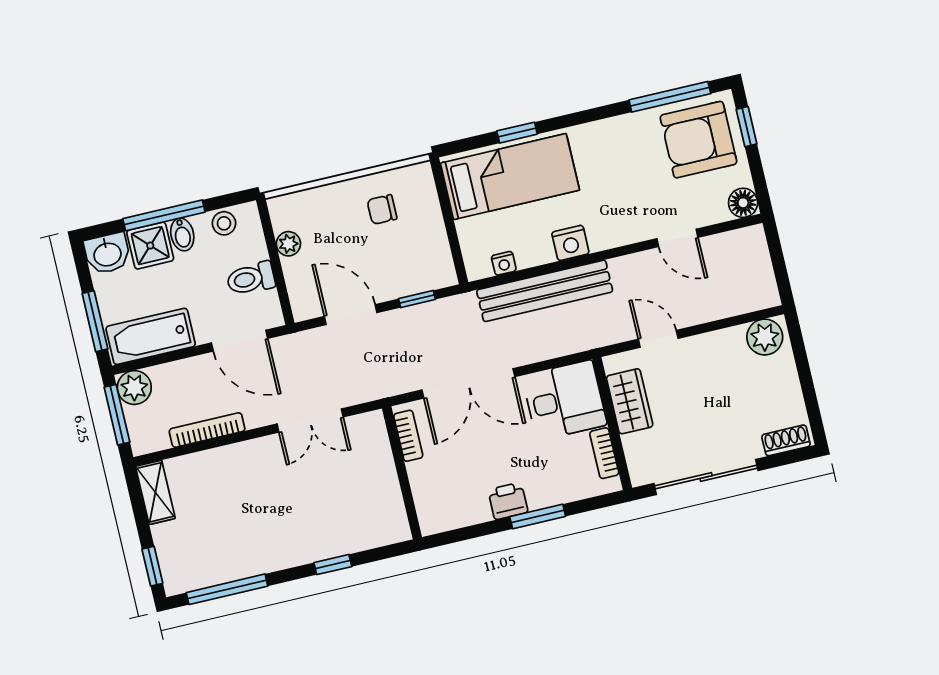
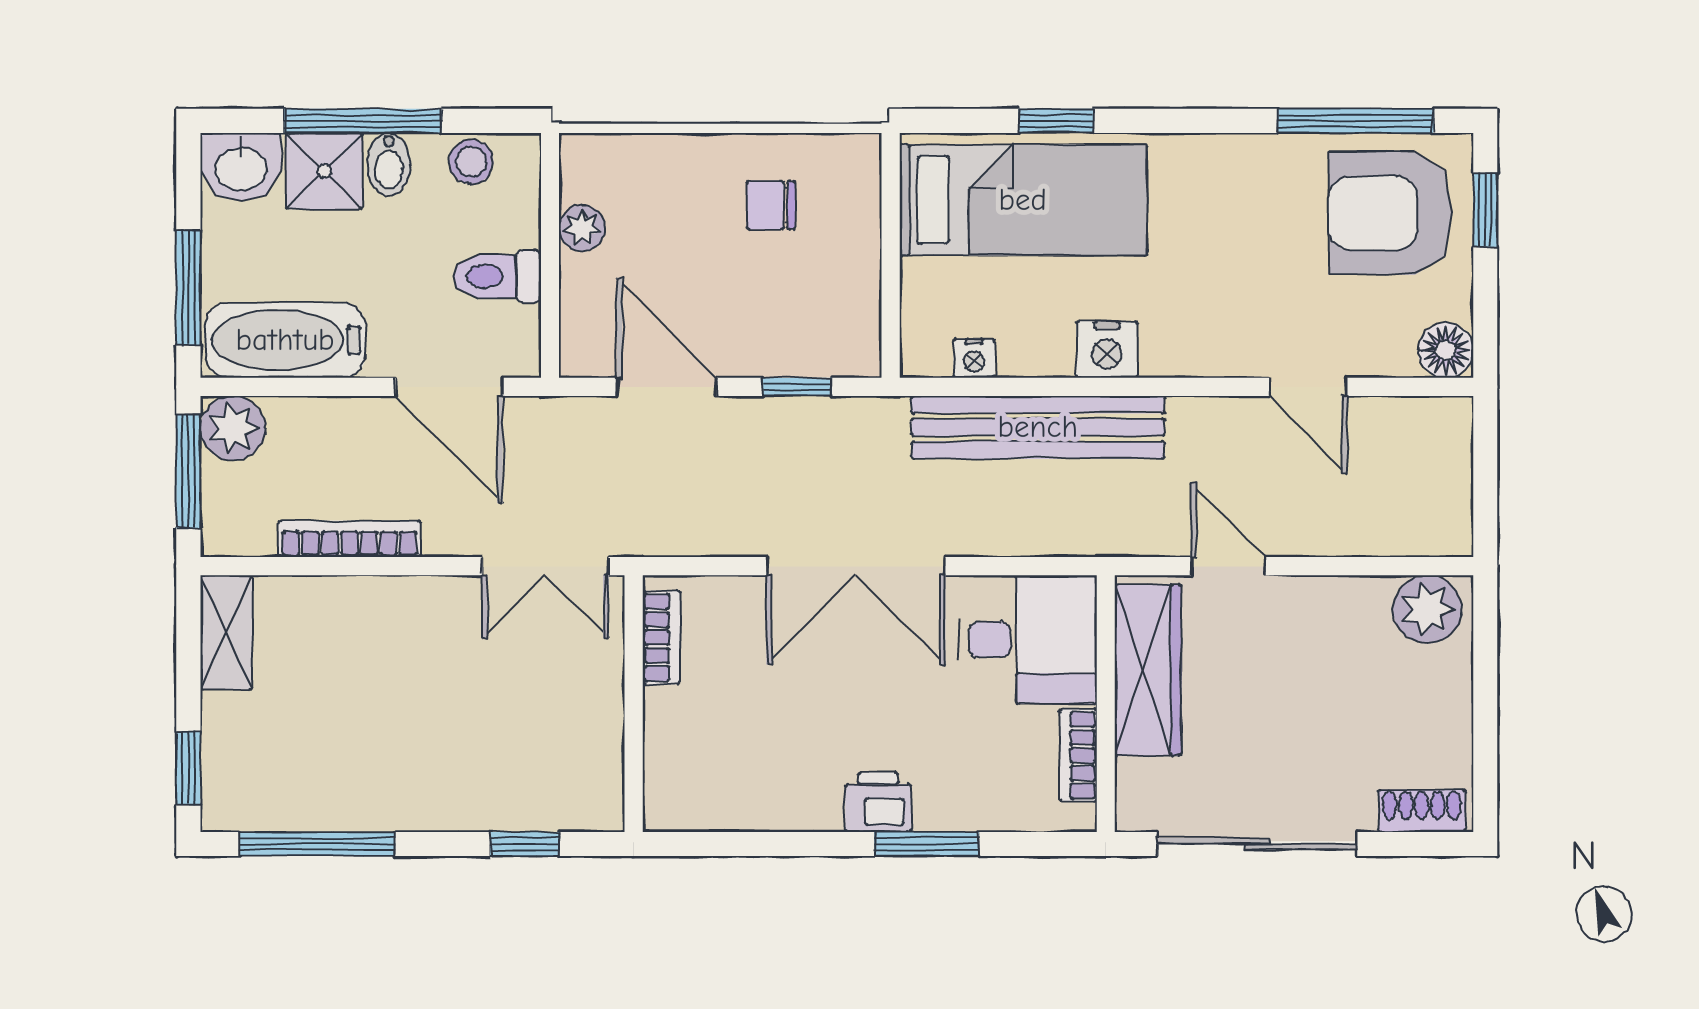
wardrobe: (630, 401) -> (1148, 670), width x1.50
bookcase: (408, 436) -> (661, 637), moved
wall: (402, 473) -> (634, 704), moved

